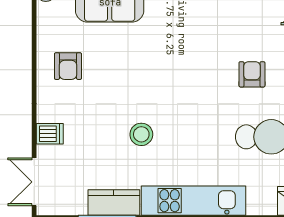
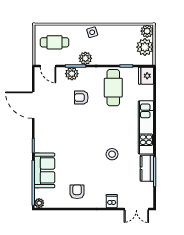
armchair: (68, 66) -> (77, 192), turned -90

